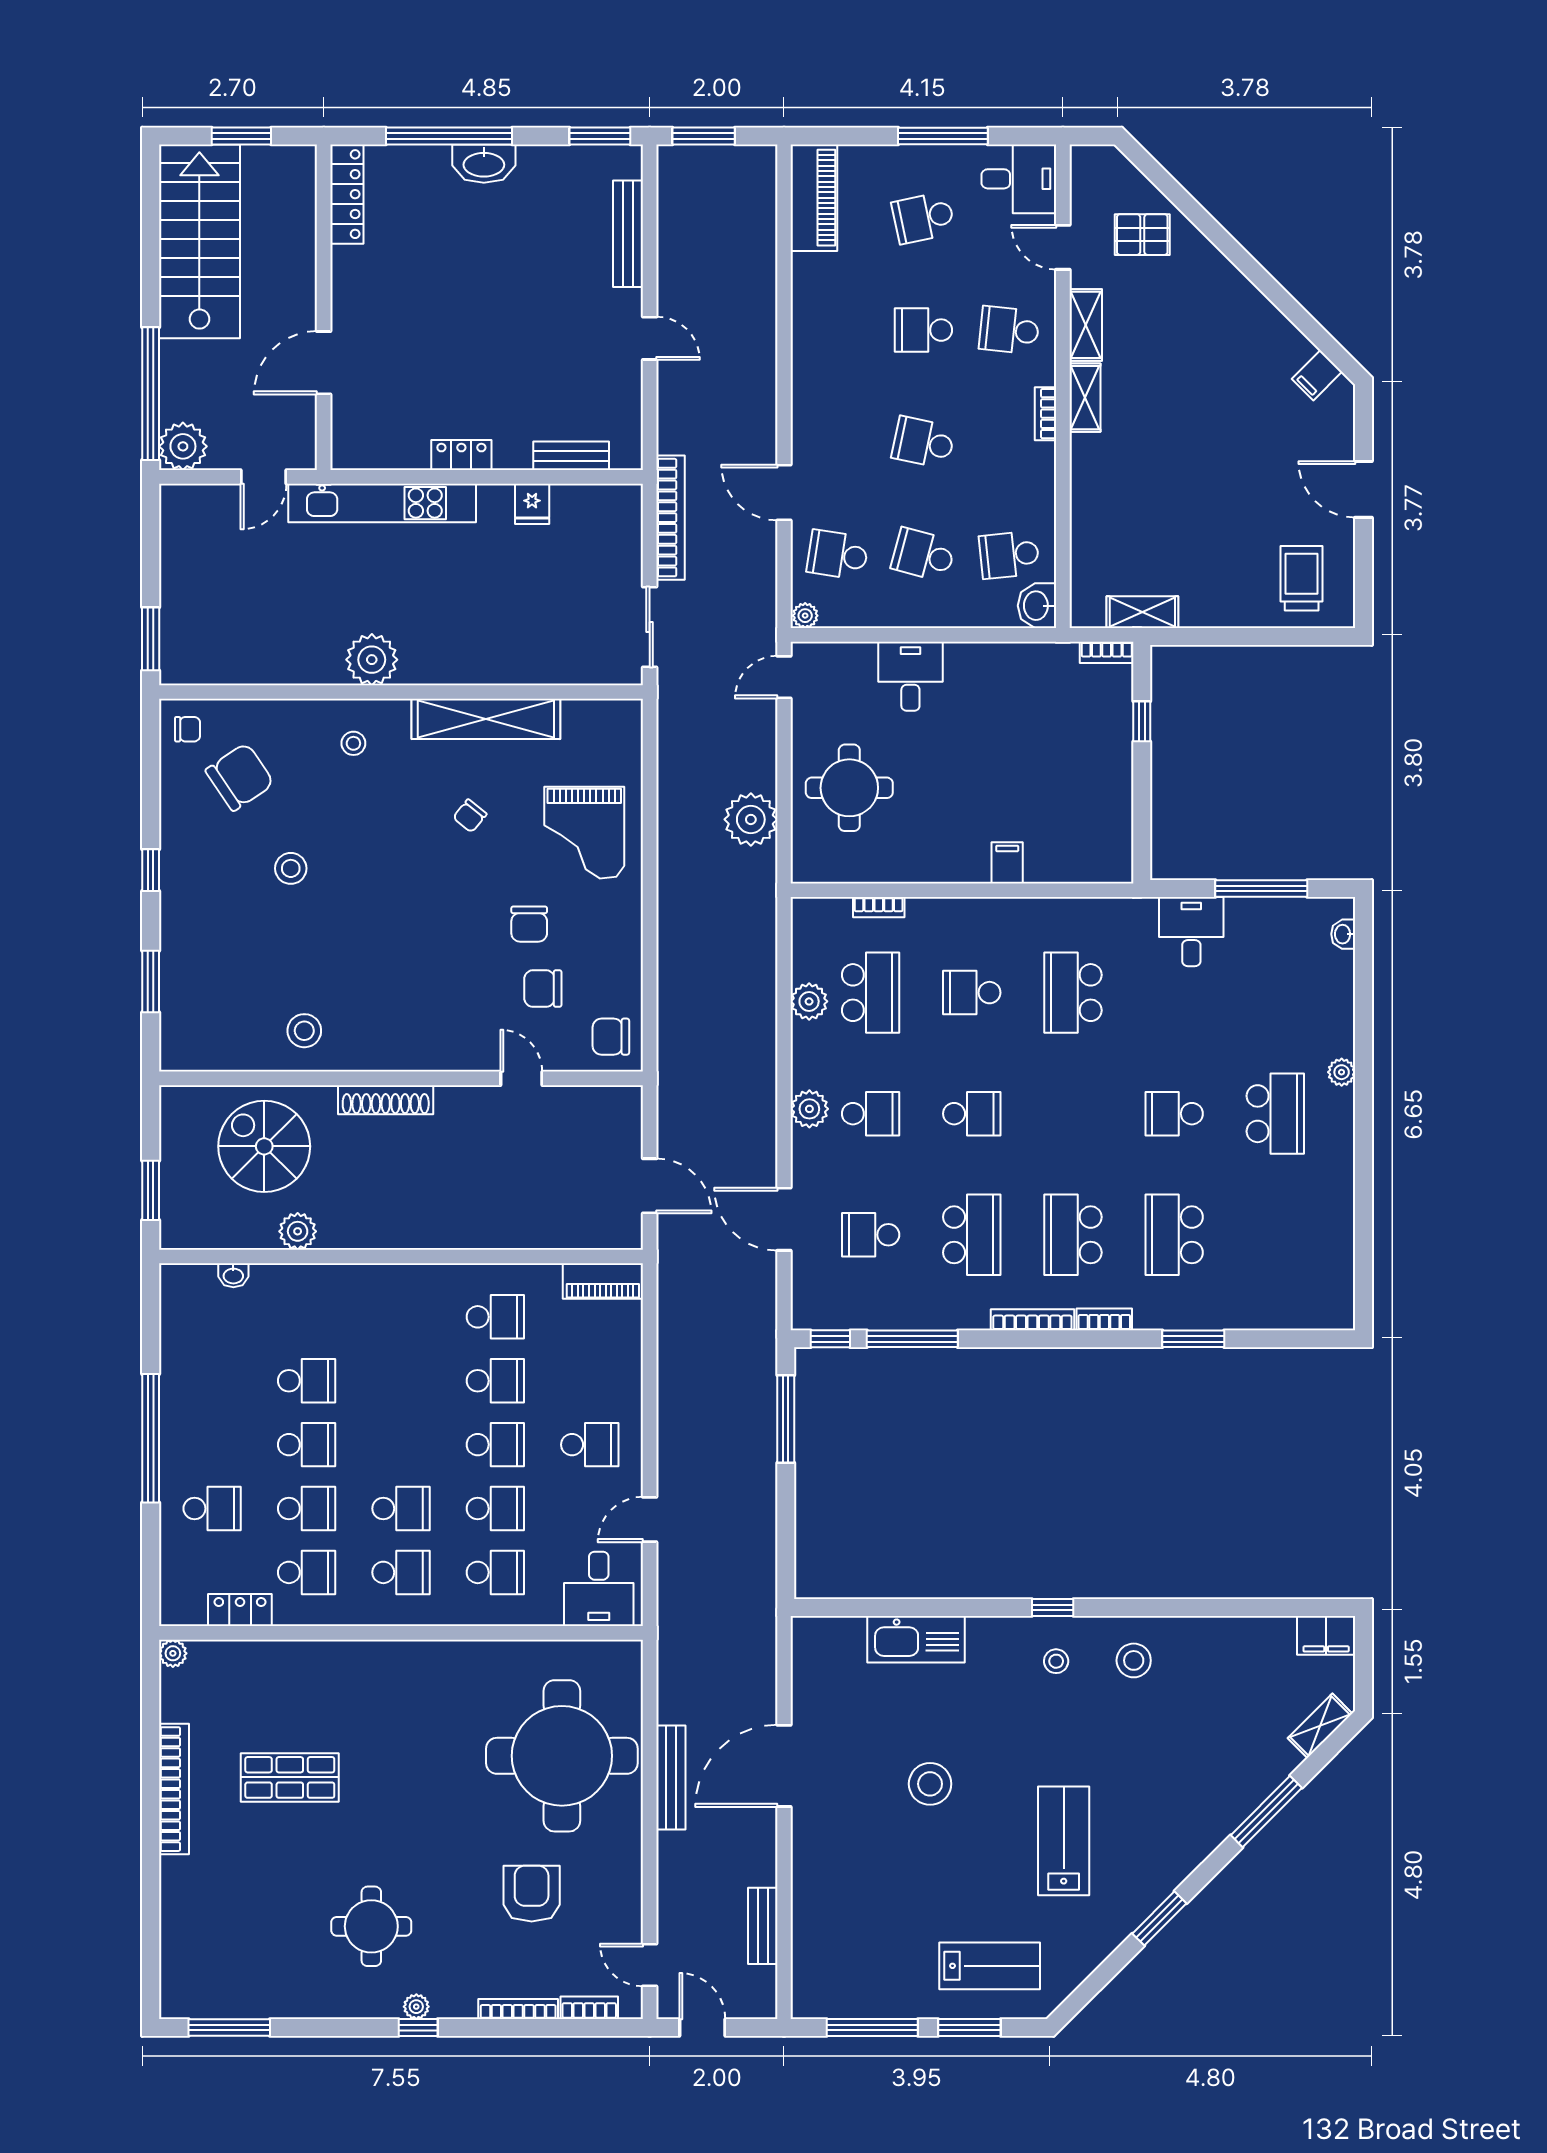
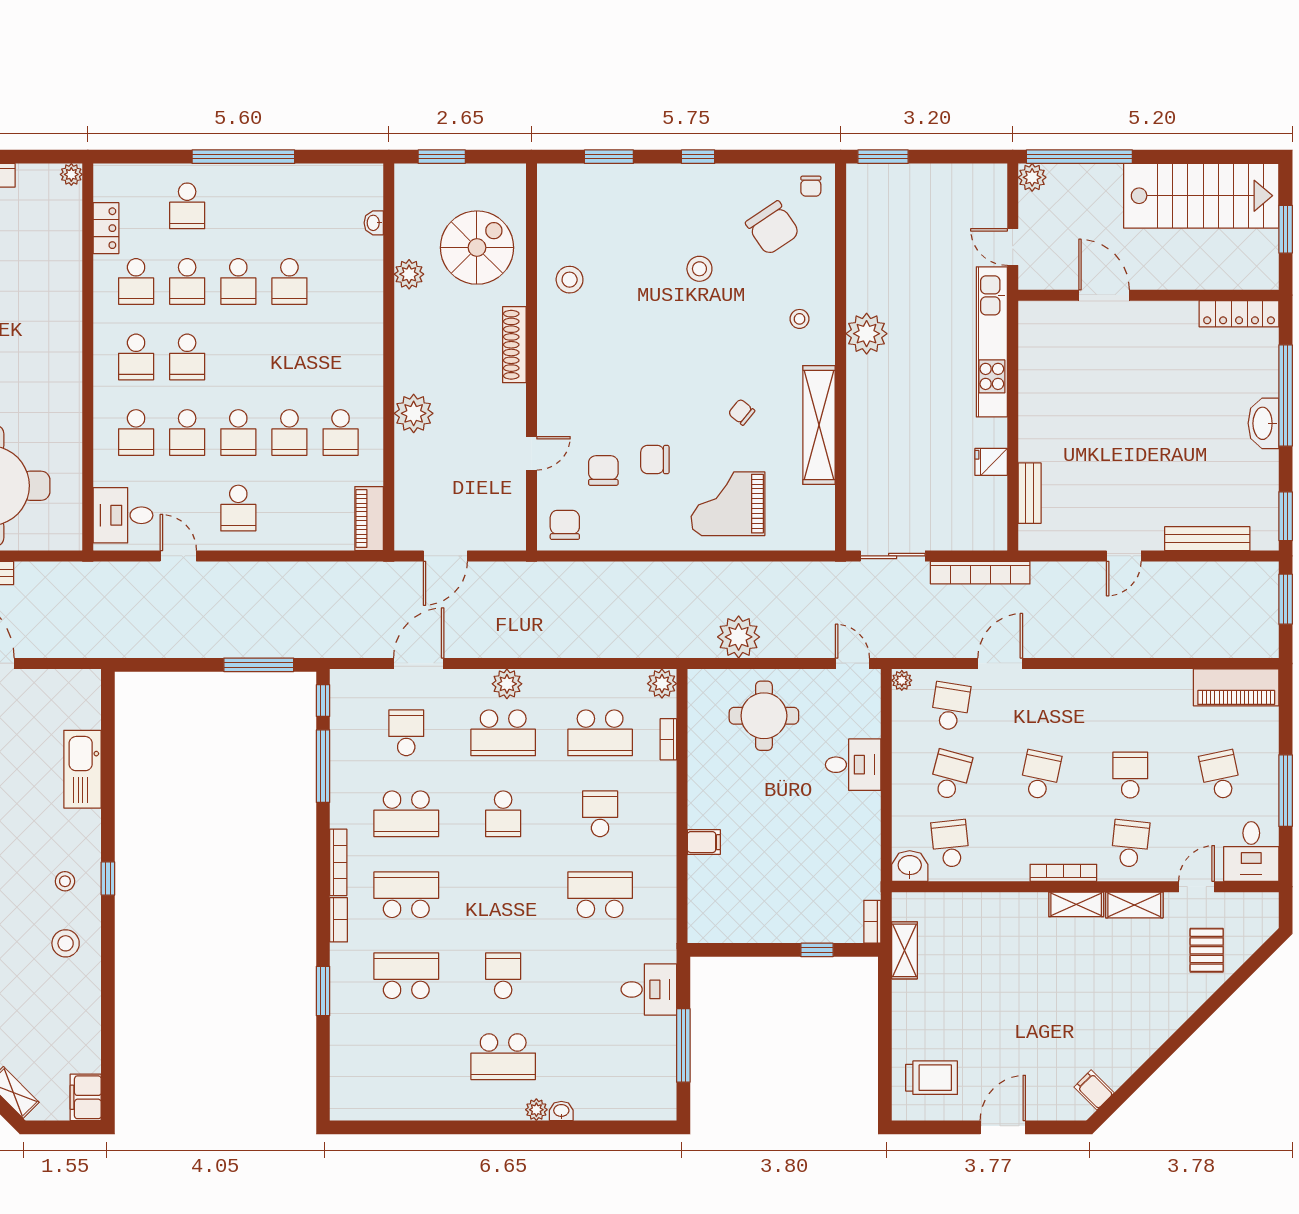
bookcase: (1046, 414) -> (1063, 873), width x1.56
plant: (183, 446) -> (1032, 177), width x0.73, depth x0.73
locker: (461, 455) -> (1030, 405), removed
washbasin: (1343, 934) -> (561, 1111), moved
plant: (809, 1001) -> (662, 684), moved
school desk: (871, 1114) -> (503, 733), width x1.85
plant: (471, 1226) -> (414, 413), added

